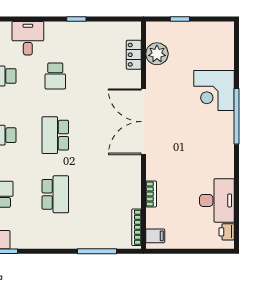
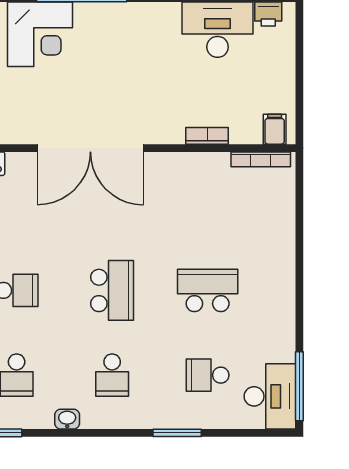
school desk: (55, 135) -> (112, 290), turned -90
window: (97, 251) -> (299, 223), removed

